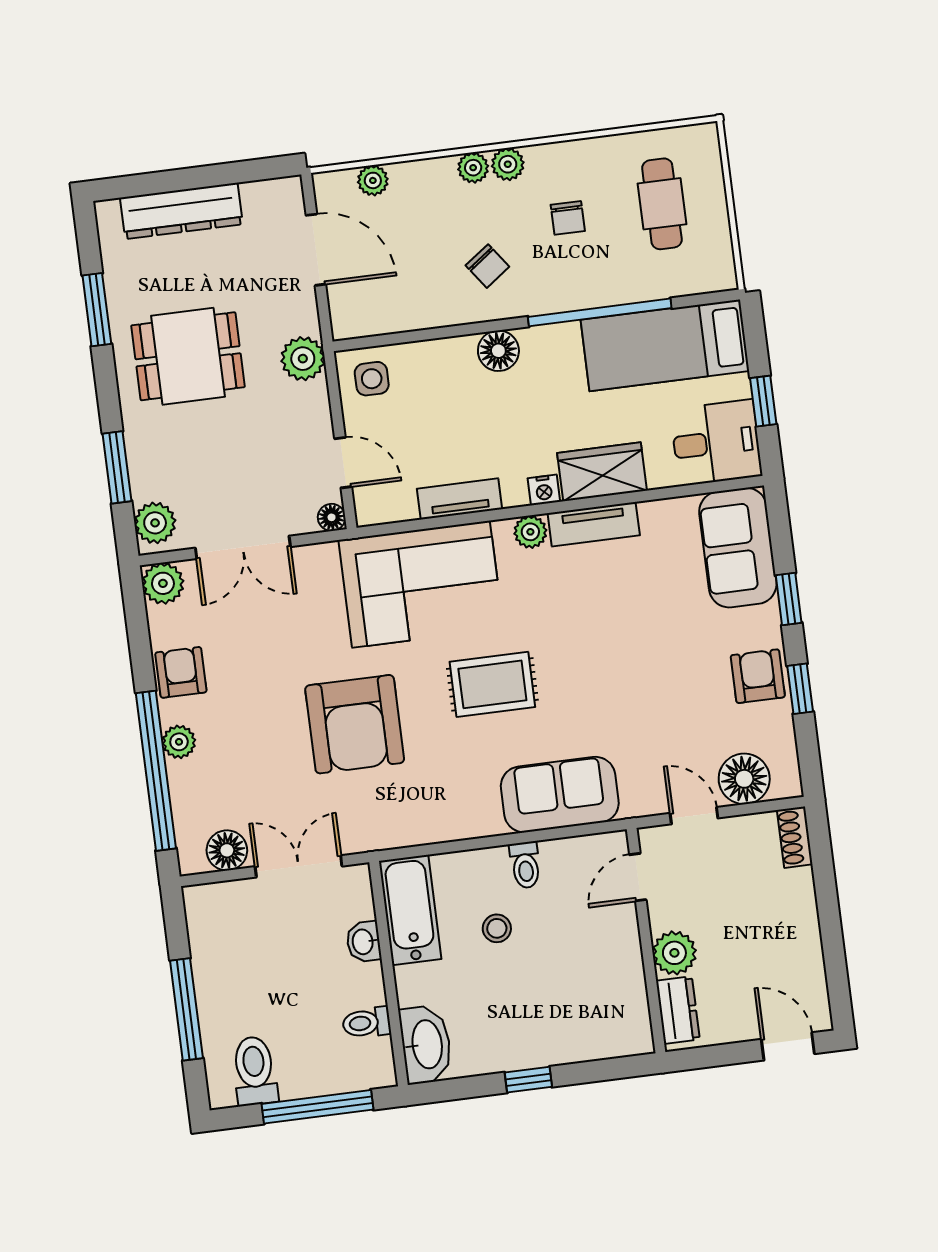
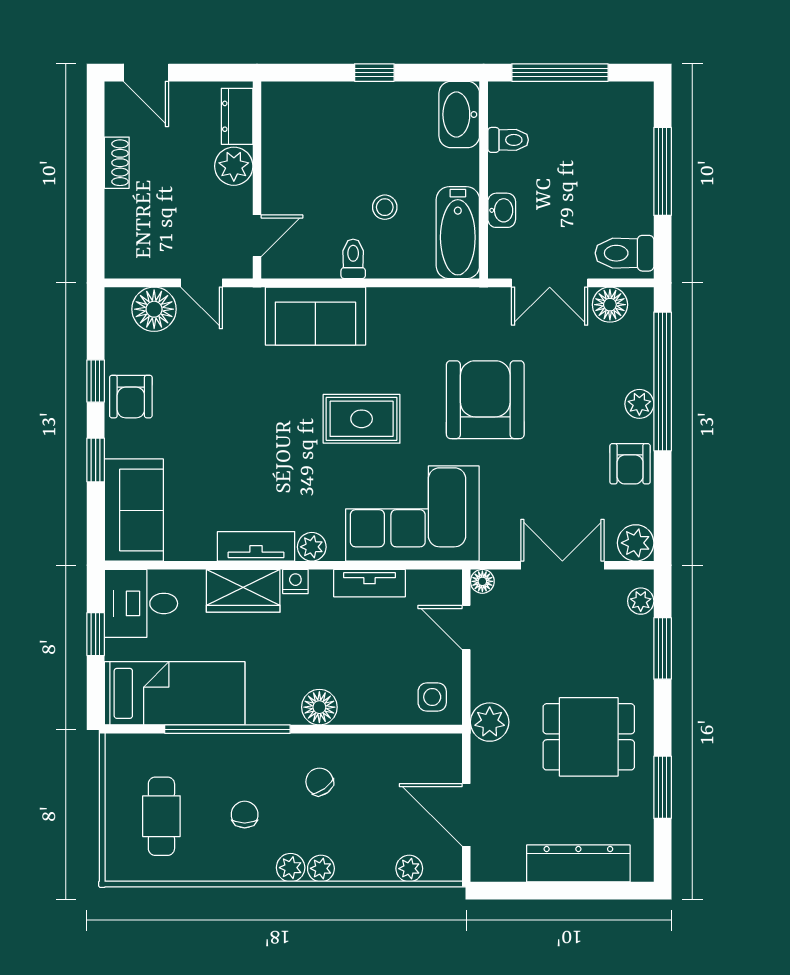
plant: (155, 523) -> (641, 601), width x0.73, depth x0.73
shoe rack: (795, 837) -> (117, 163), moved
toilet: (255, 1071) -> (624, 253), moved, turned 90

